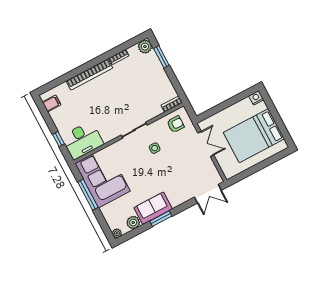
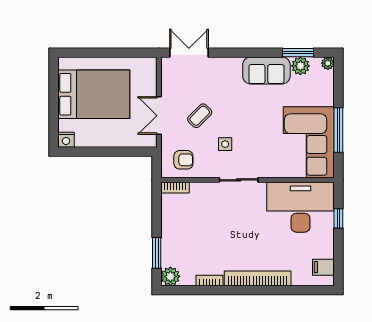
armchair: (176, 124) -> (183, 160), turned 180
desk: (82, 140) -> (301, 207), width x1.36, depth x1.30
coffee table: (180, 157) -> (200, 116), added
window: (161, 219) -> (298, 53), moved

